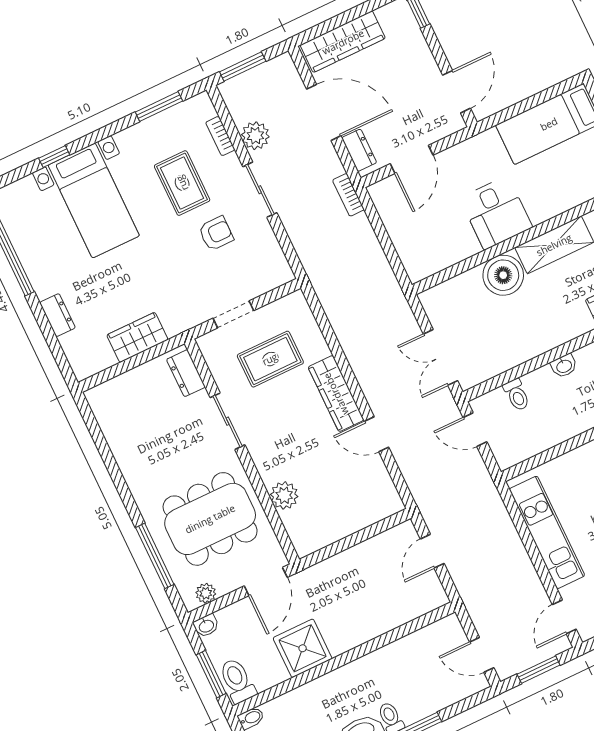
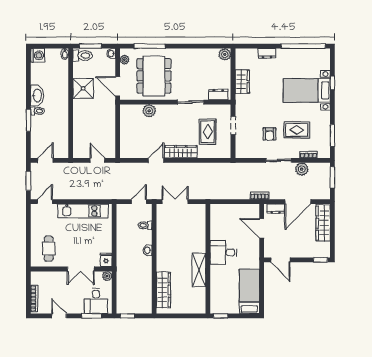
boiler: (503, 275) -> (196, 243), removed
plant: (100, 398) -> (225, 54), added
door: (564, 617) -> (45, 202), hinge flipped

